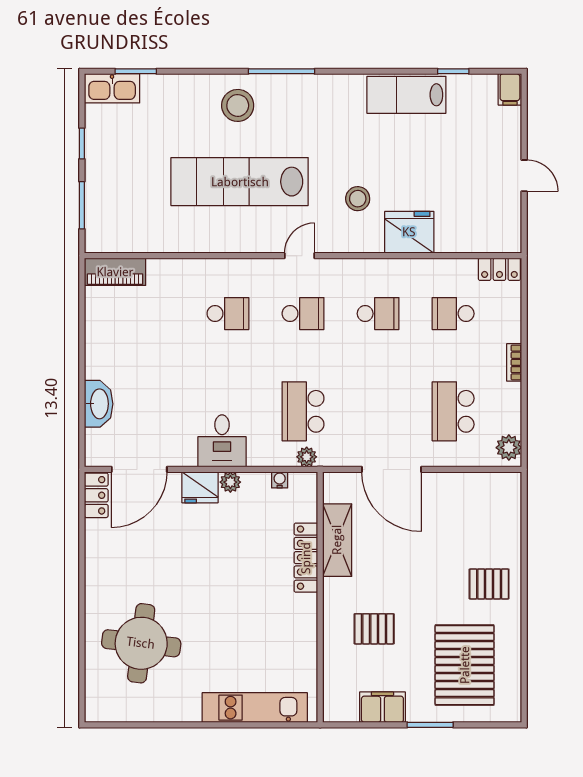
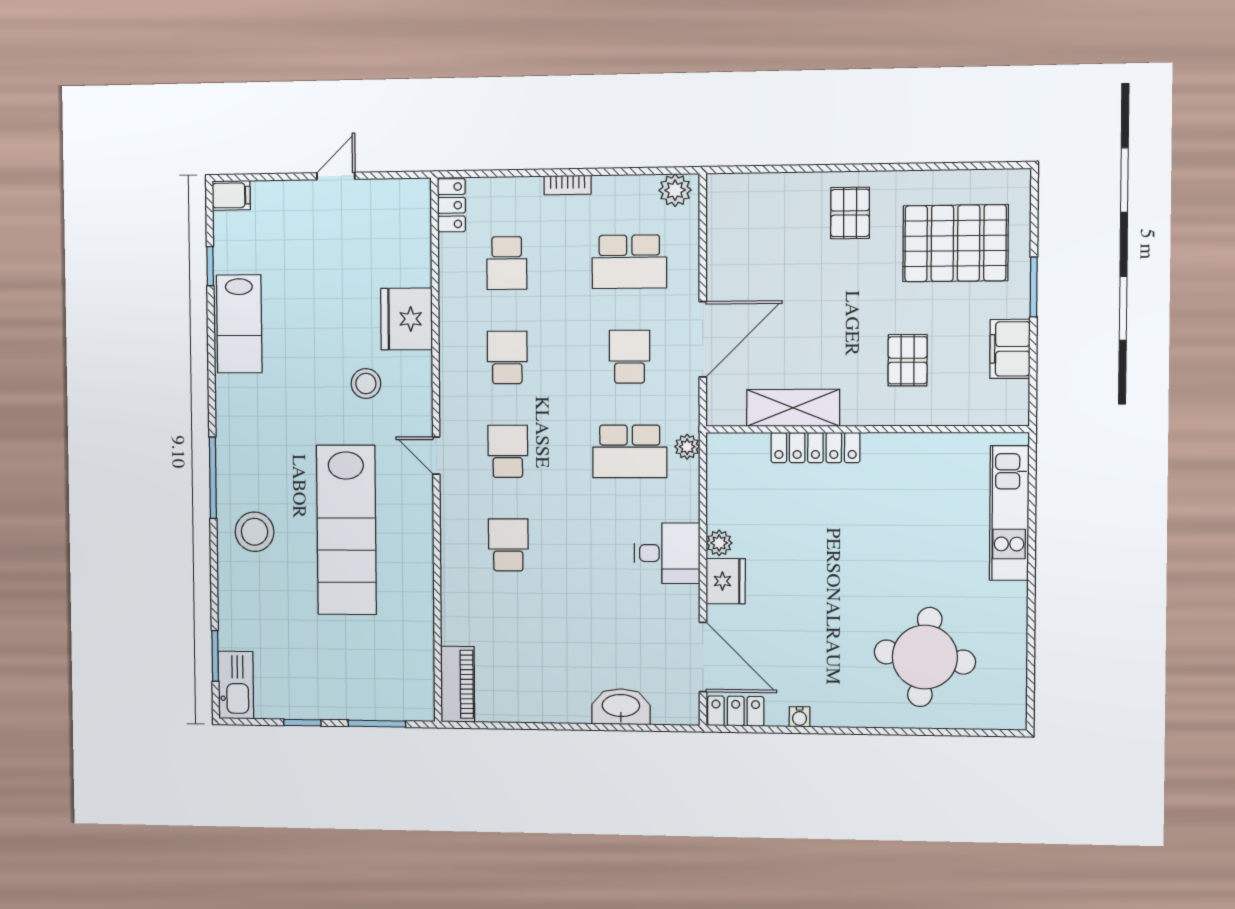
school desk: (378, 411) -> (630, 357), added
water cooler: (280, 480) -> (800, 717), moved, turned -90

